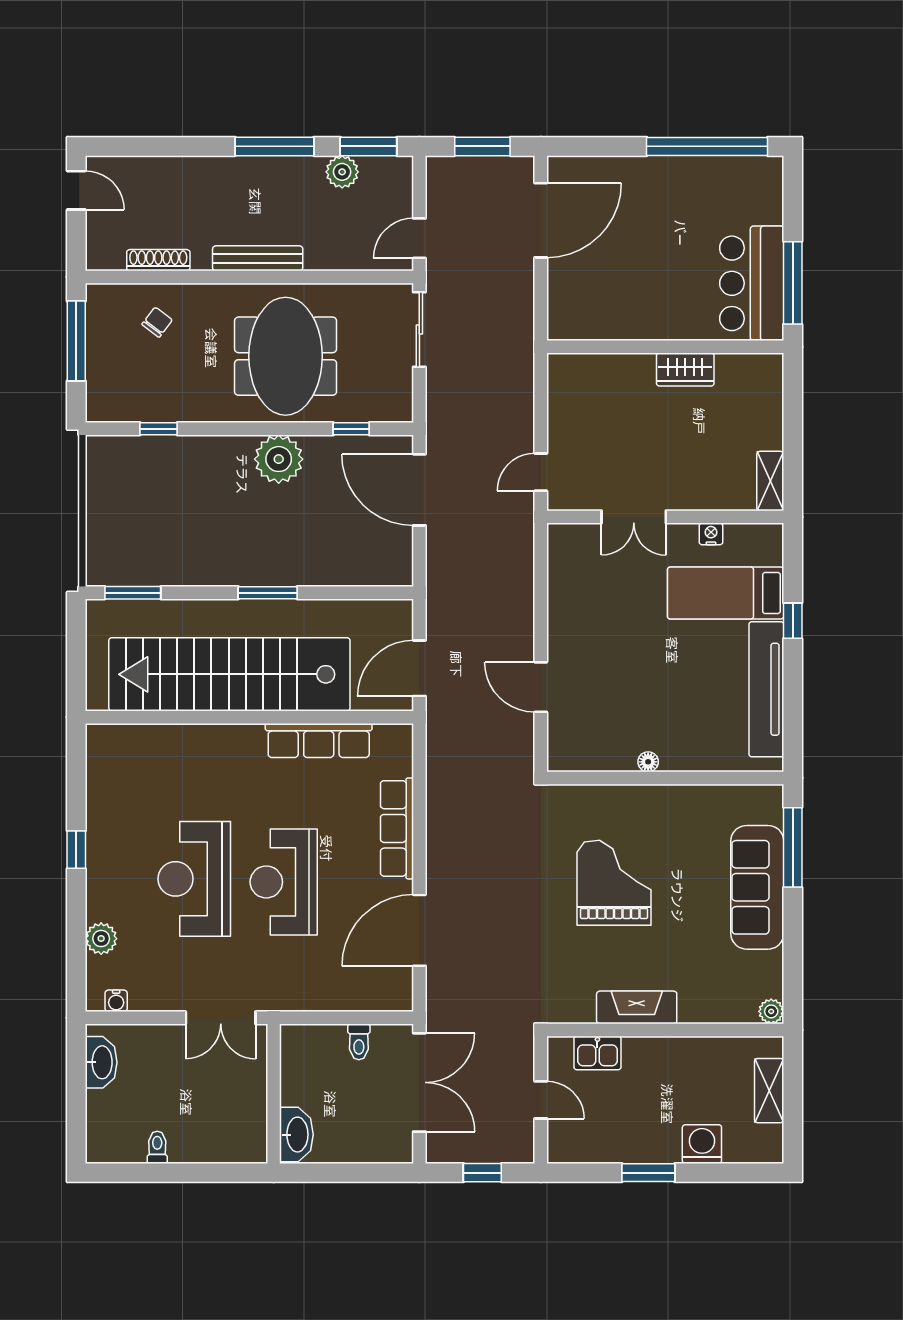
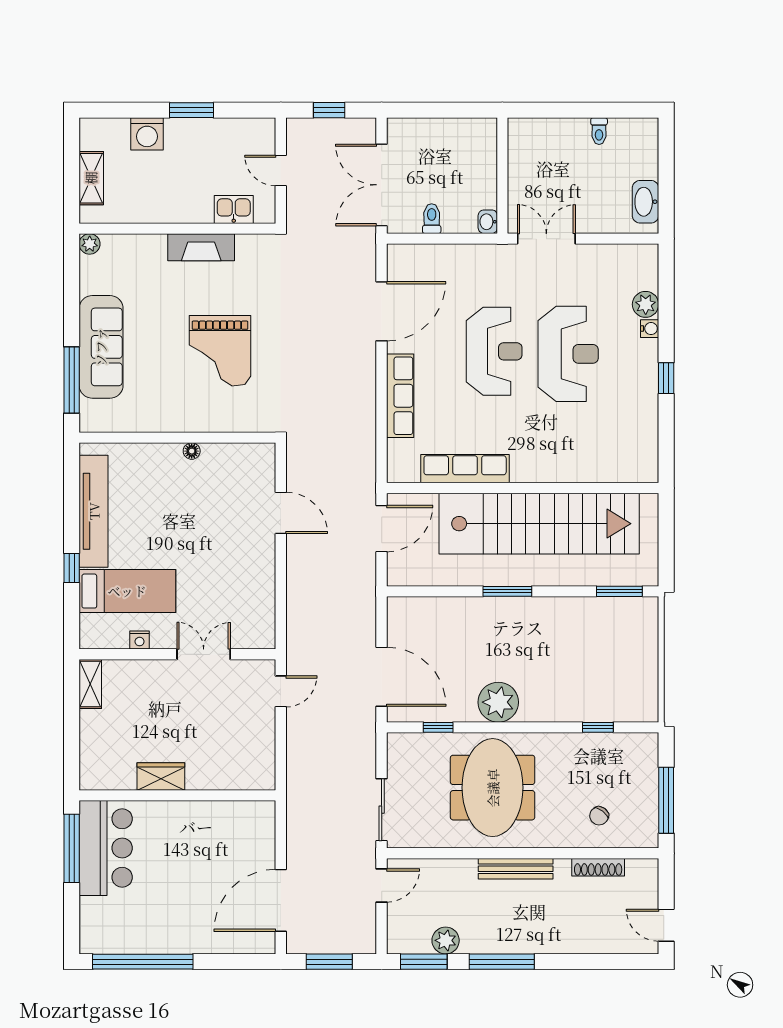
water cooler: (116, 1001) -> (650, 329), moved, turned 90
washbasin: (296, 1135) -> (488, 222), moved, width x0.52, depth x0.69

